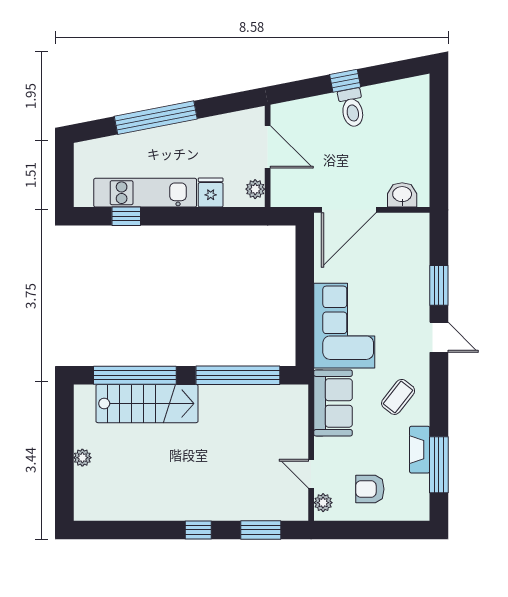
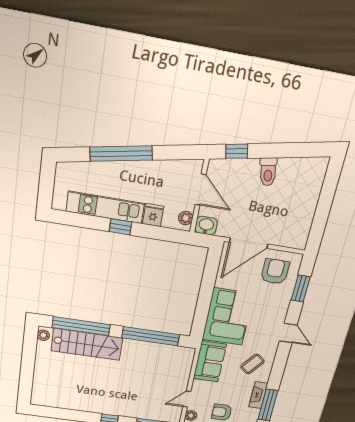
window: (345, 81) -> (237, 151), moved
washbasin: (402, 195) -> (206, 226), moved
window: (126, 216) -> (120, 227), moved
armchair: (396, 245) -> (275, 272), added
window: (439, 285) -> (301, 289), moved
plant: (82, 458) -> (43, 335), moved
door: (311, 474) -> (187, 399), hinge flipped

